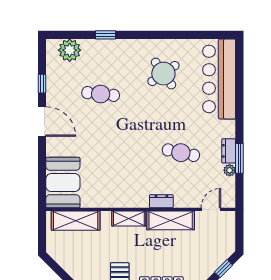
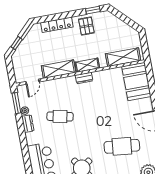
cafe table: (101, 94) -> (122, 146), width x1.37, depth x1.35
window: (239, 158) -> (16, 103), moved
dresser: (161, 201) -> (84, 78), moved

